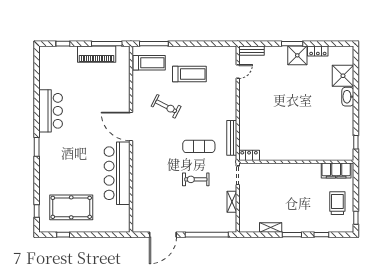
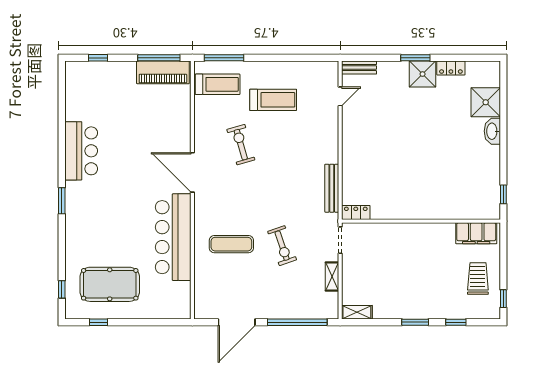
piano: (97, 54) -> (163, 72), moved
exercise bike: (166, 106) -> (241, 145), turned -133
exercise mat: (199, 146) -> (231, 244), moved
exercise bike: (196, 179) -> (282, 246), turned -109
shelving: (271, 227) -> (357, 312), moved

